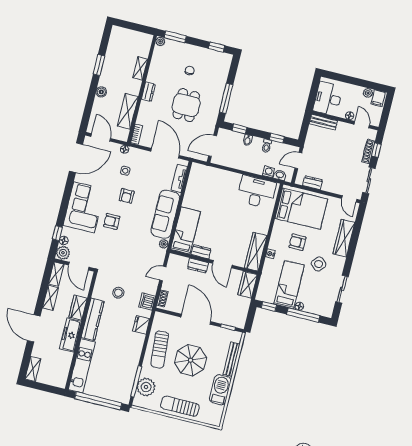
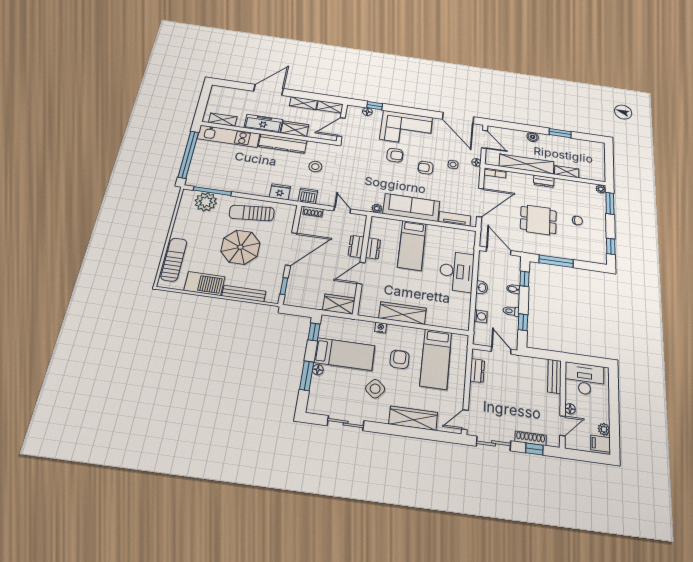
shelving: (128, 111) -> (527, 164), width x1.47
door: (101, 137) -> (484, 139), hinge flipped
washbasin: (280, 175) -> (482, 288), moved
desk: (256, 192) -> (457, 271), moved
bed: (301, 209) -> (436, 359), width x0.67
armchair: (112, 221) -> (395, 155), turned 90
bed: (185, 231) -> (412, 245), moved, turned 90
wardrobe: (256, 252) -> (403, 313), moved
plant: (63, 253) -> (354, 112), removed
window: (303, 315) -> (307, 376), width x0.69
shelving: (33, 369) -> (223, 120), moved
sun lounger: (180, 406) -> (174, 260), moved

